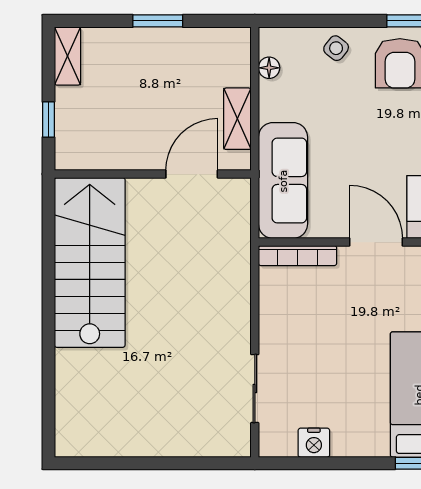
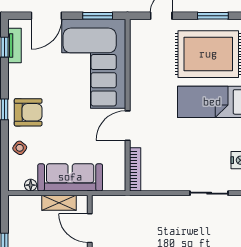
sofa: (283, 181) -> (70, 177), moved

